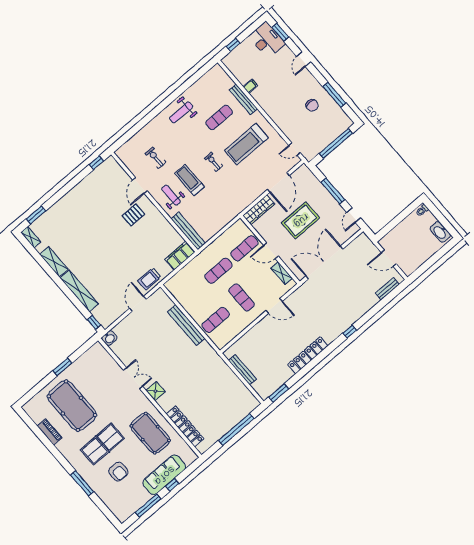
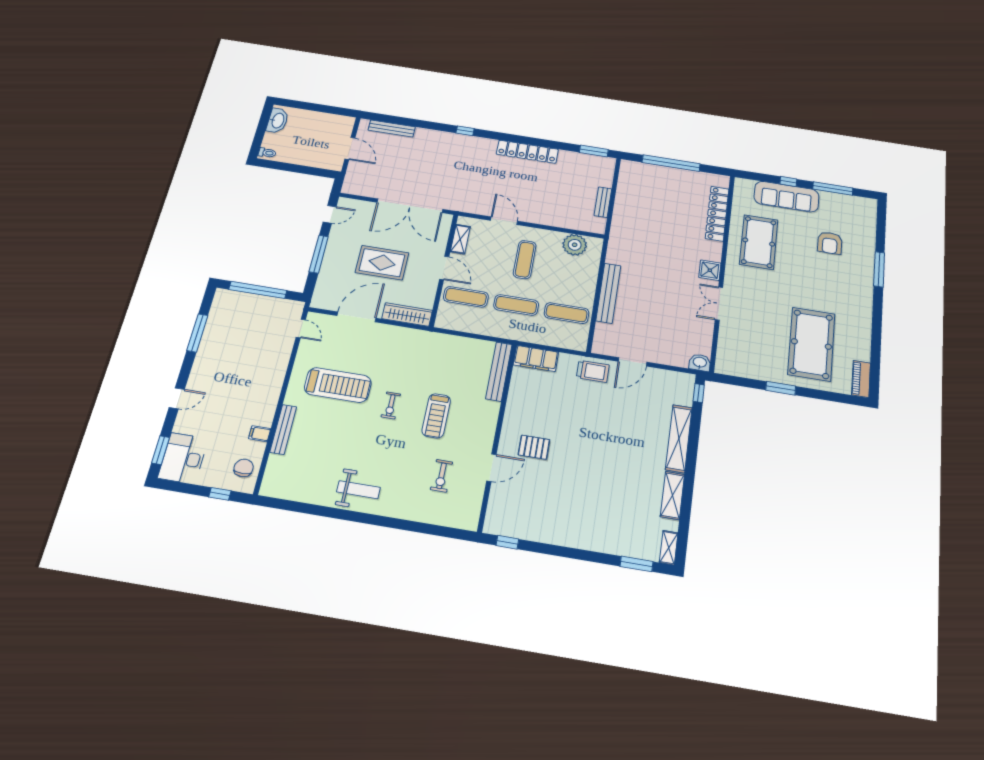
chair: (312, 105) -> (244, 468), moved
exercise mat: (219, 117) -> (329, 440), removed
weight bench: (171, 195) -> (473, 423), removed
bench: (387, 289) -> (392, 128), width x1.36
exercise mat: (216, 320) -> (567, 313), moved
plant: (229, 332) -> (575, 245), added
bench: (242, 370) -> (603, 202), width x0.73
piano: (49, 432) -> (861, 379), moved
table tennis table: (102, 444) -> (819, 281), removed
armchair: (118, 472) -> (830, 243), turned 180

